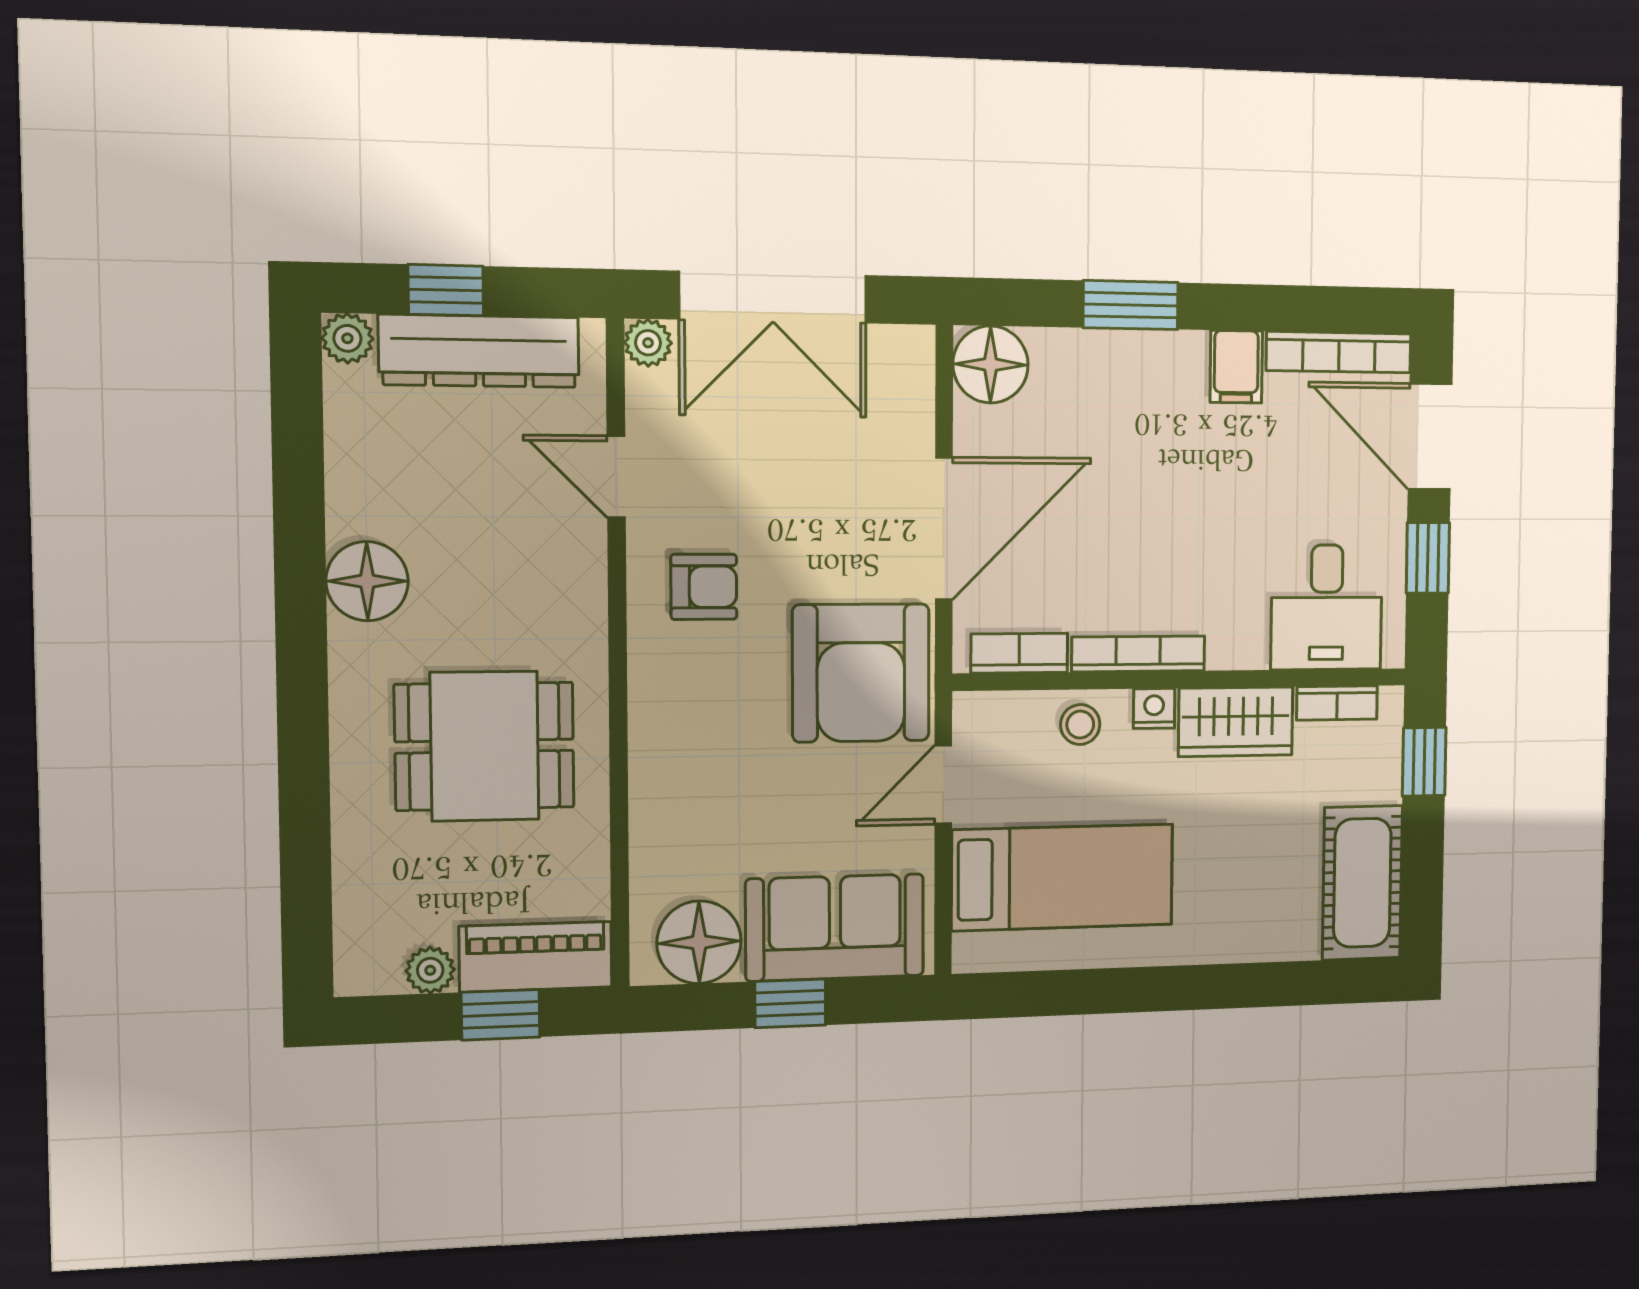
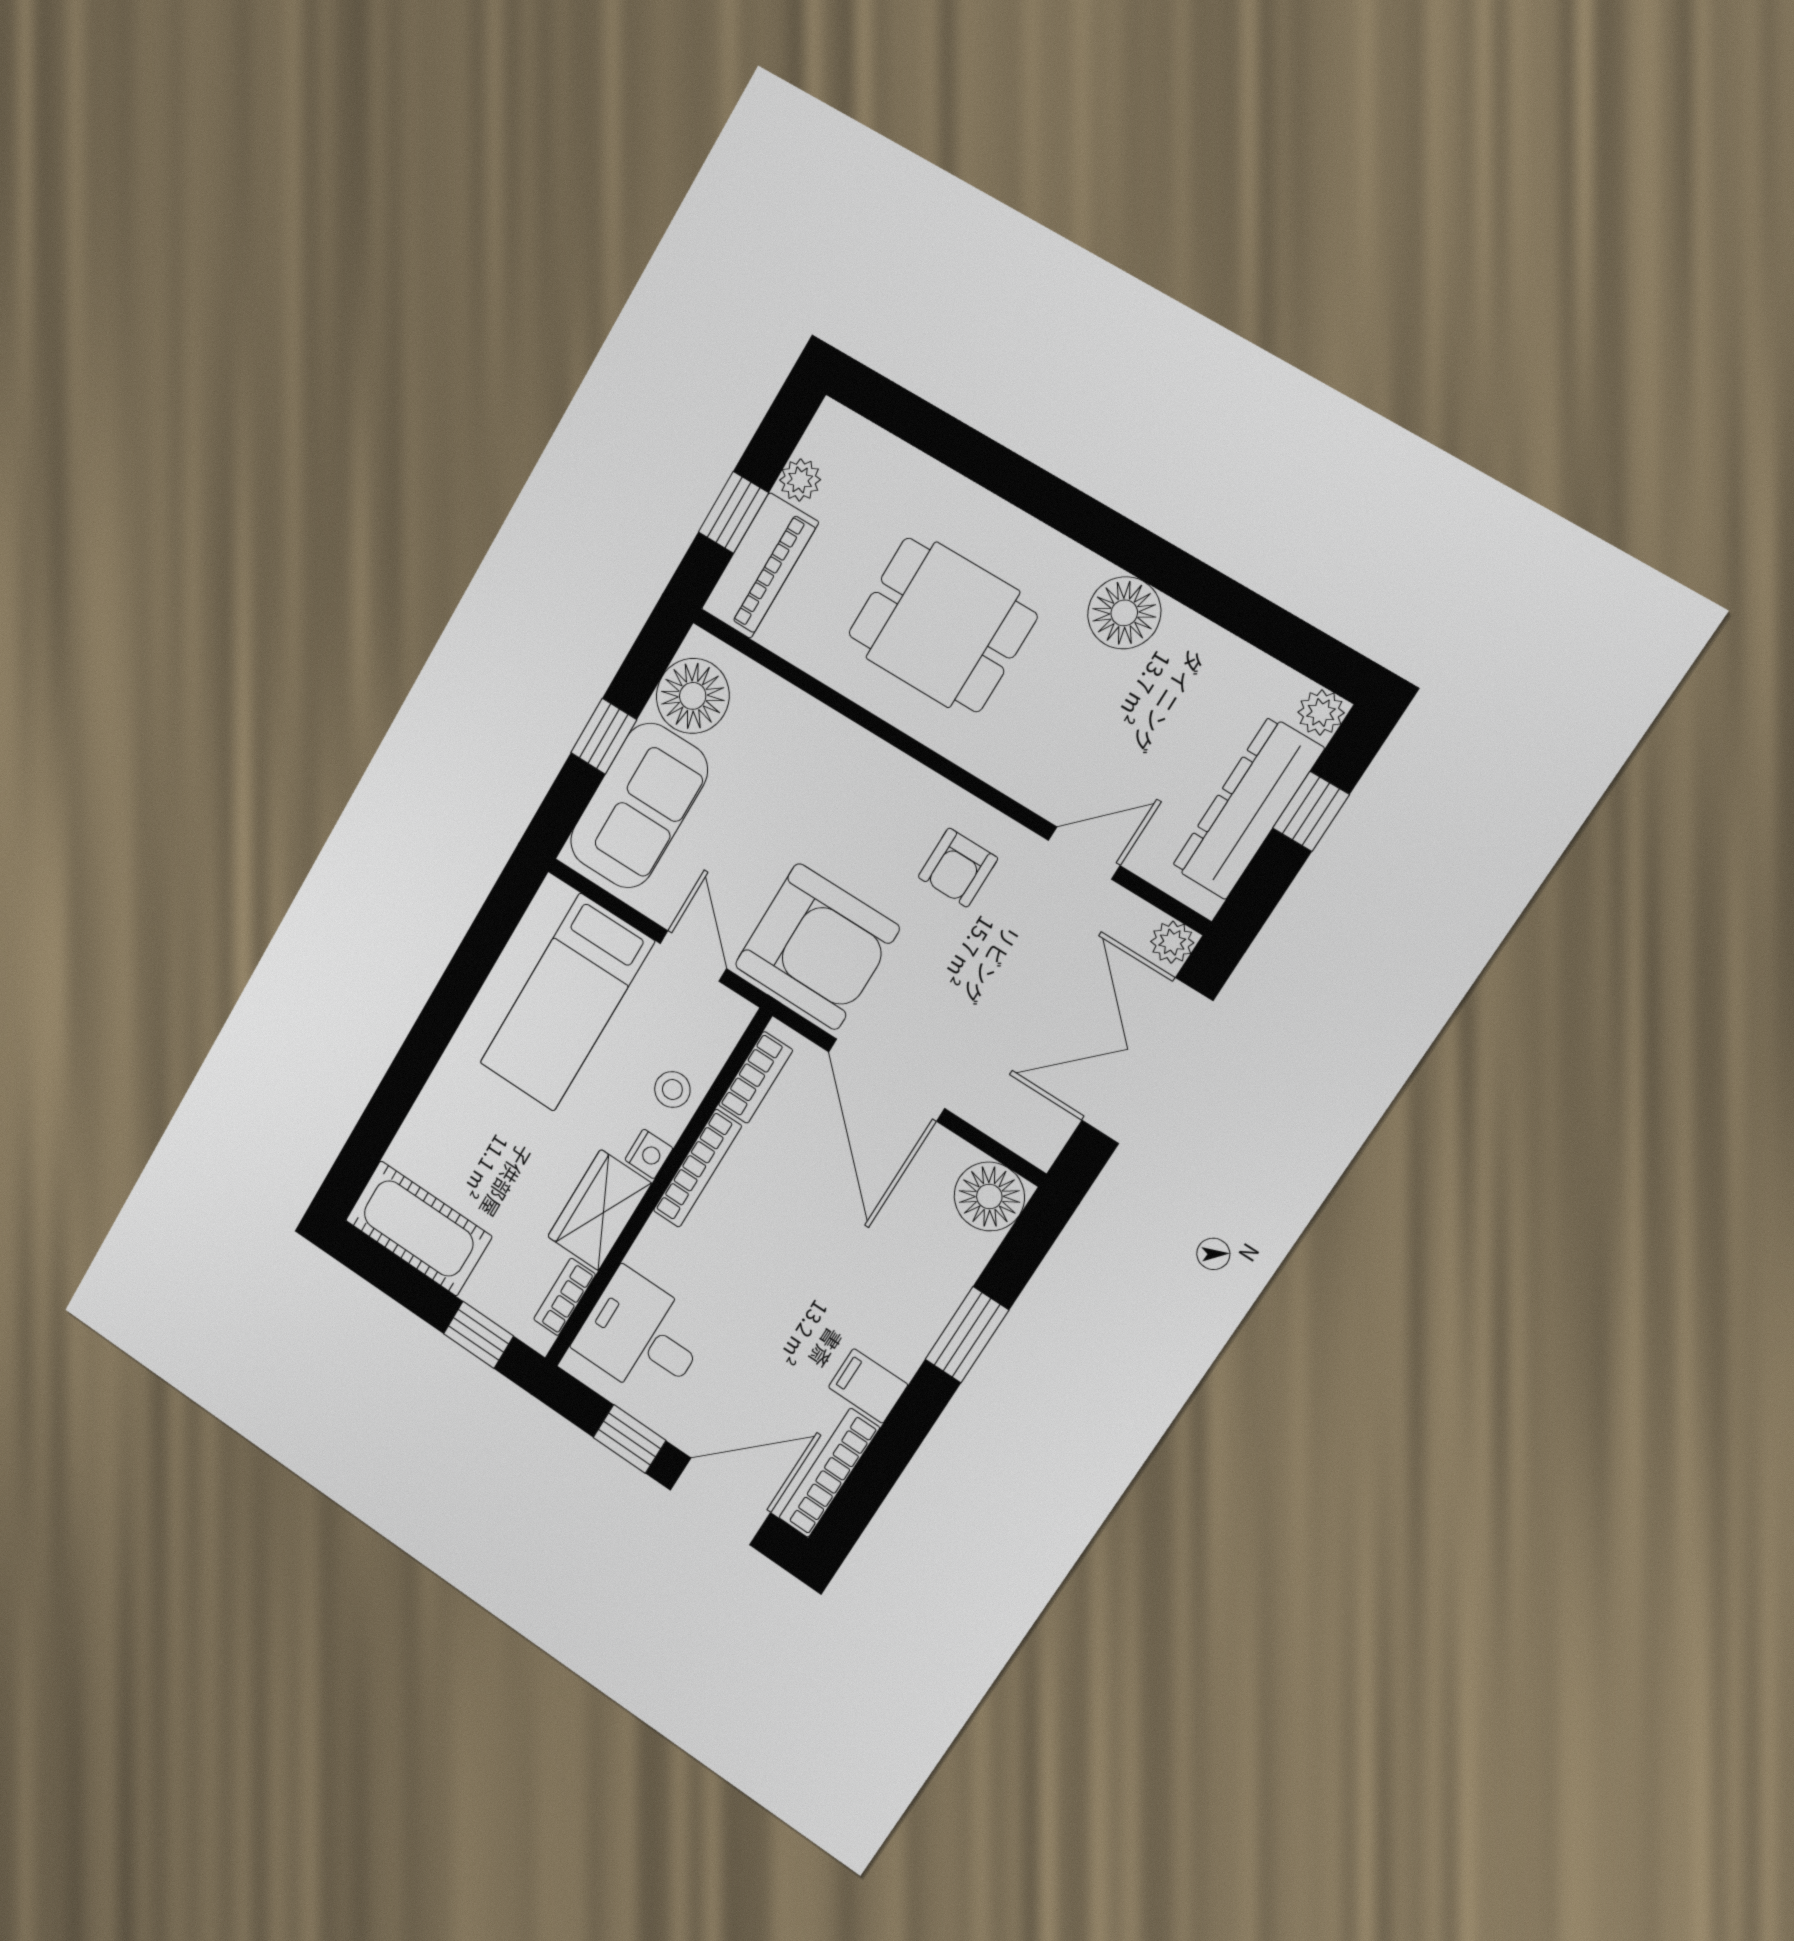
armchair: (861, 673) -> (817, 947), turned 180
dining table: (485, 746) -> (942, 625), turned 90

